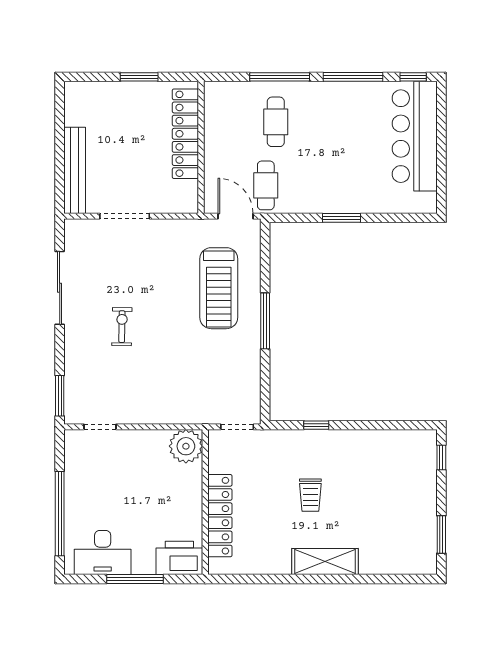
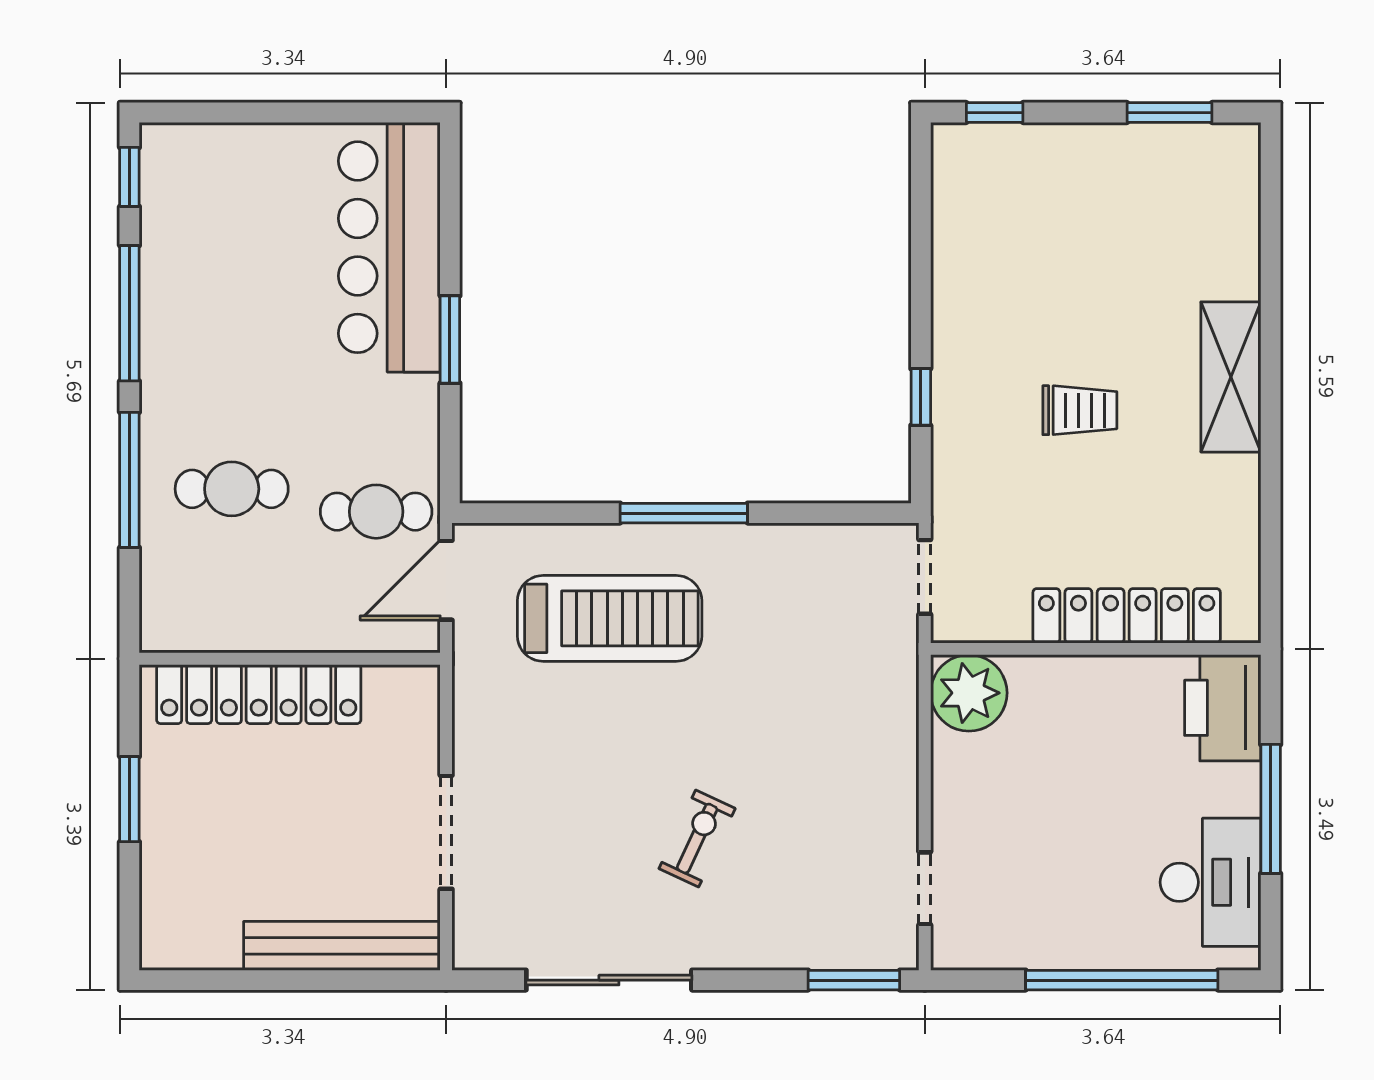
bar counter: (415, 136) -> (389, 247), moved, turned 90
exercise bike: (122, 327) -> (697, 838), turned 114

